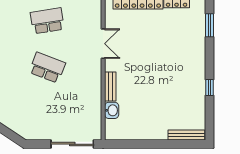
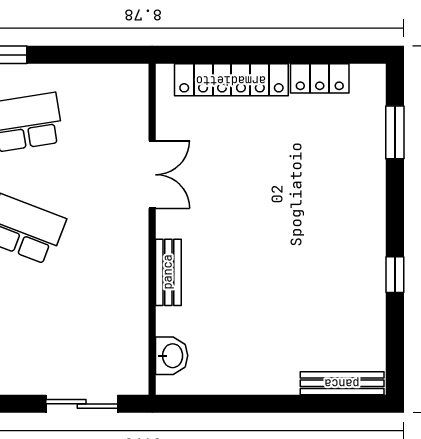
washbasin: (112, 110) -> (172, 356), moved
sliding door: (72, 144) -> (82, 404), width x0.73

